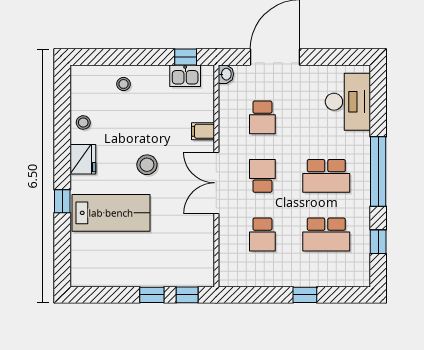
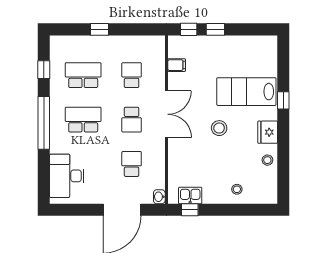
filing cabinet: (203, 131) -> (177, 65), moved

